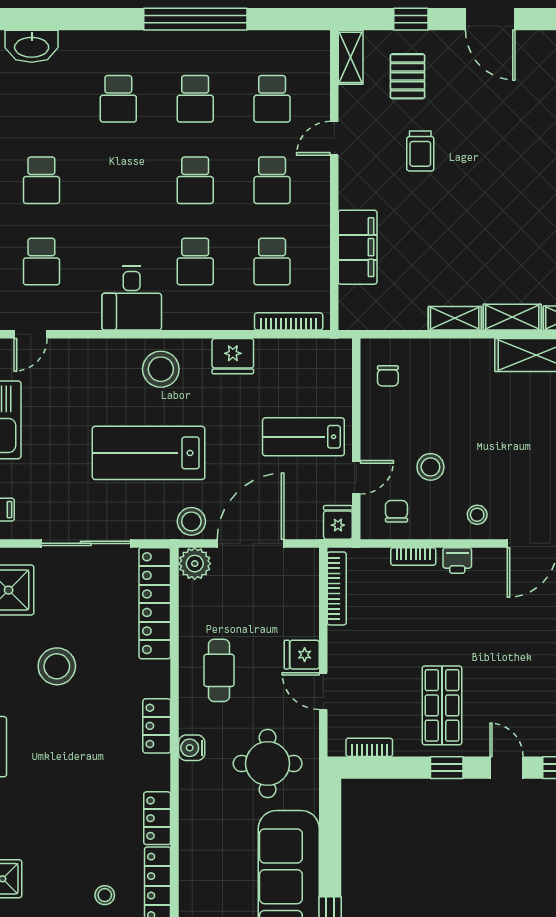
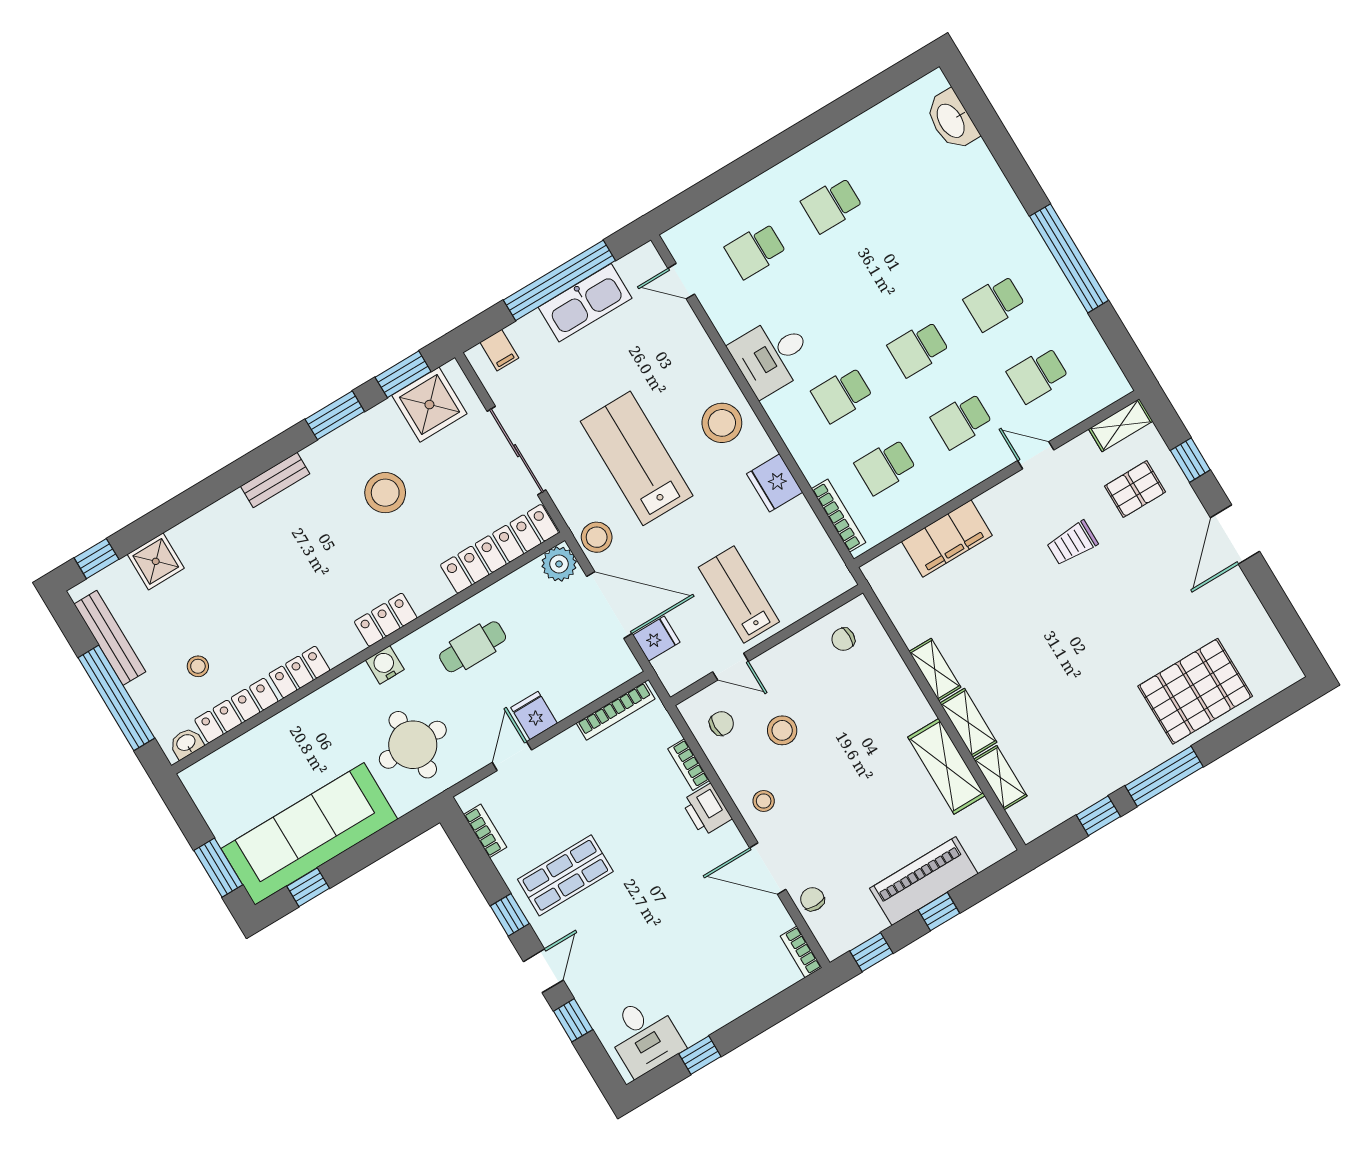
school desk: (118, 99) -> (951, 231), removed
fridge: (338, 522) -> (656, 639), moved
printer: (457, 560) -> (707, 810), width x1.36, depth x1.24

